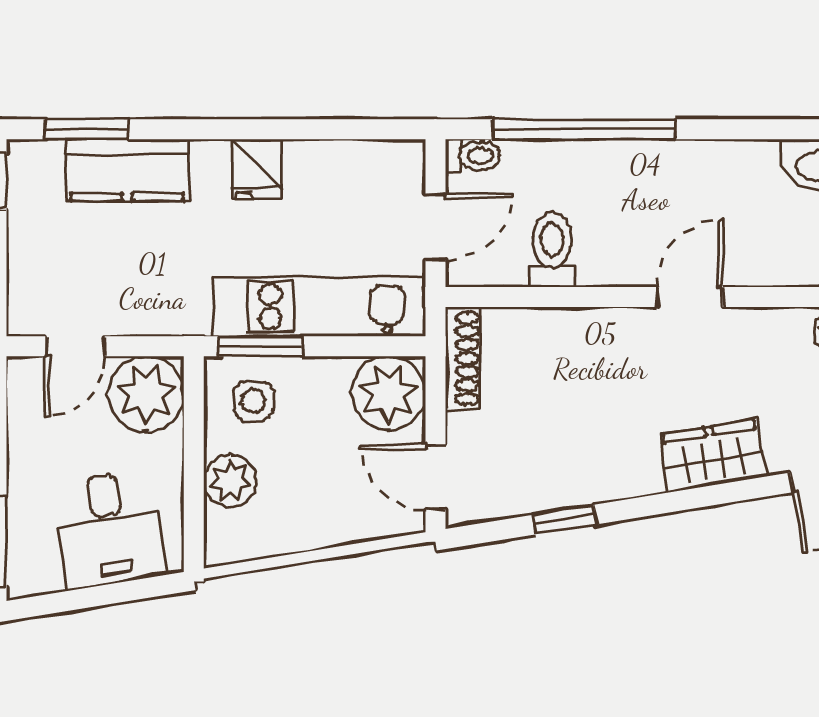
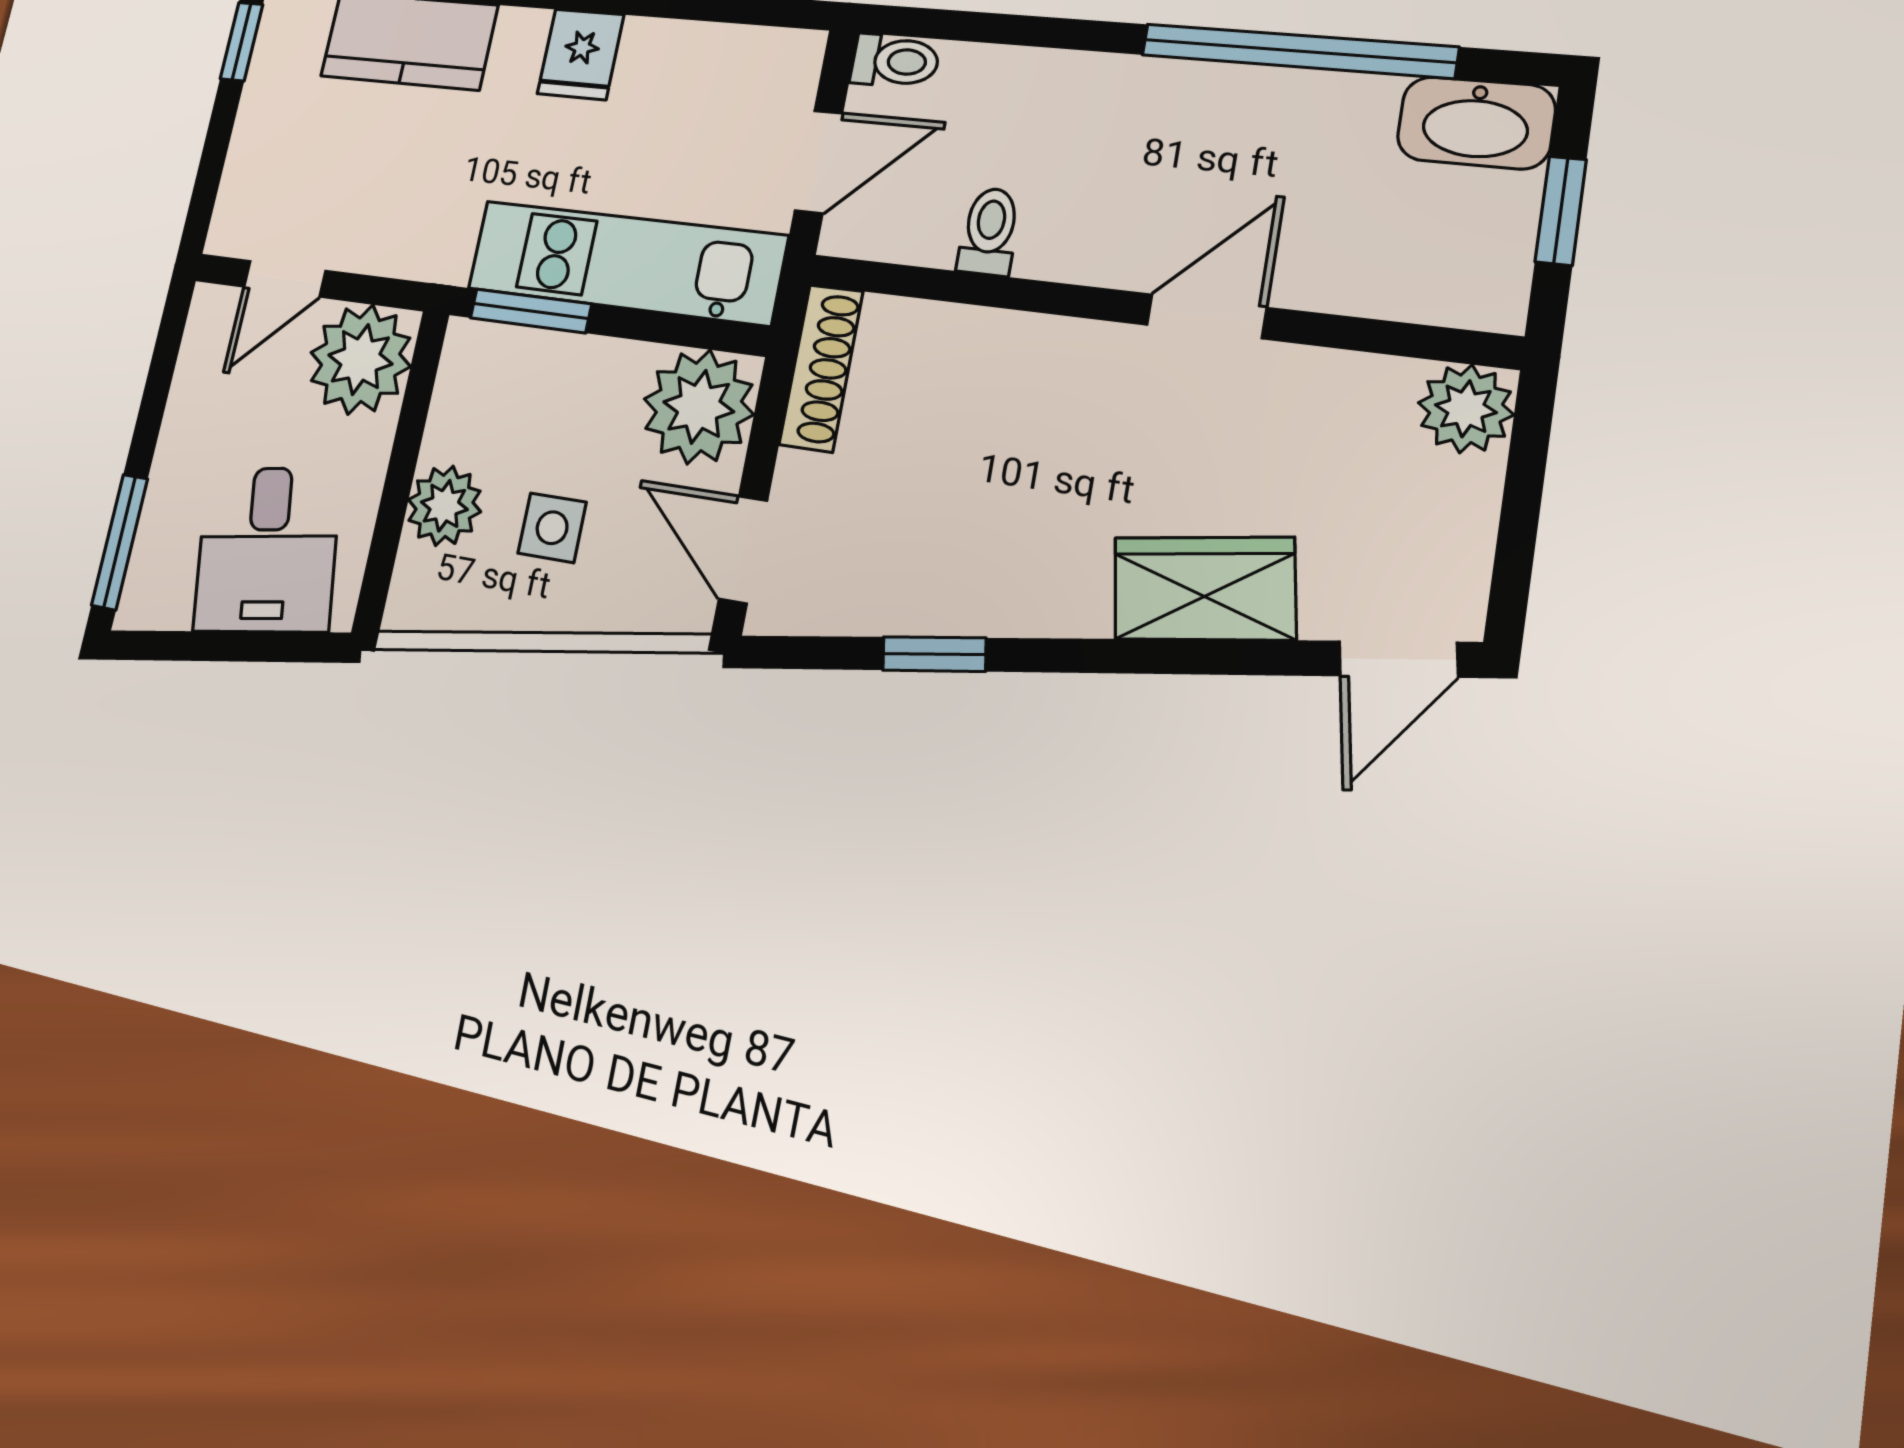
window: (584, 129) -> (1297, 51), moved
toilet: (552, 250) -> (989, 232), width x0.73, depth x0.72
side table: (254, 401) -> (552, 528), moved

